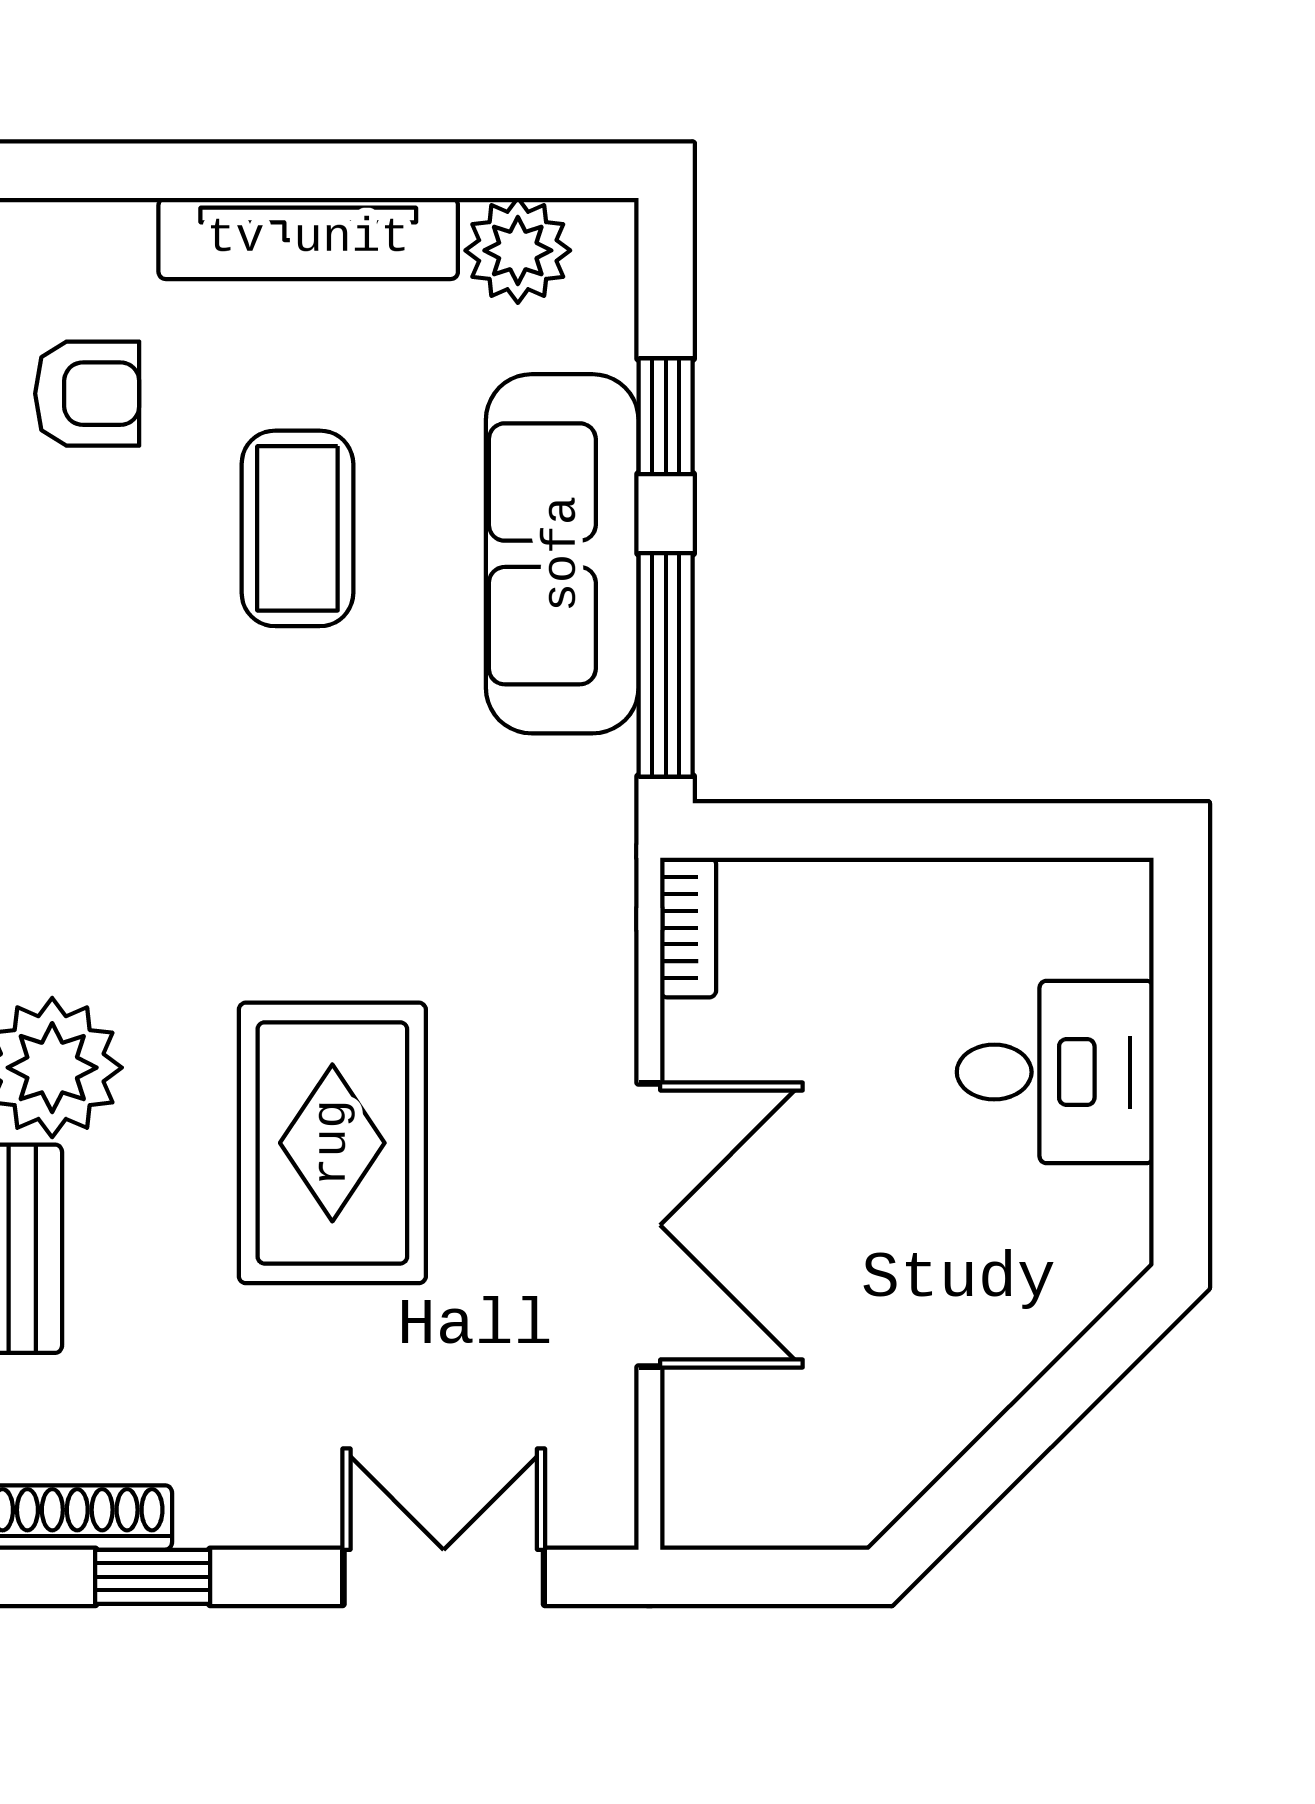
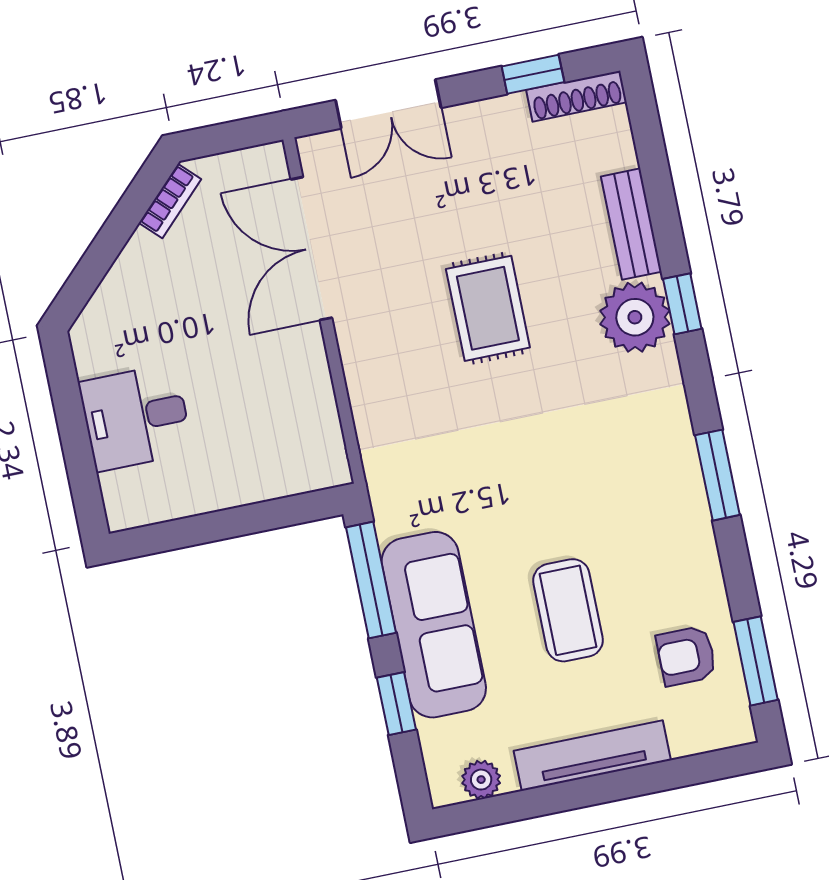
plant: (518, 250) -> (481, 780), width x0.73, depth x0.73
bookcase: (688, 928) -> (170, 201), moved, turned -135
rug: (332, 1143) -> (488, 308), width x0.73, depth x0.70
double door: (649, 1225) -> (311, 249), moved

